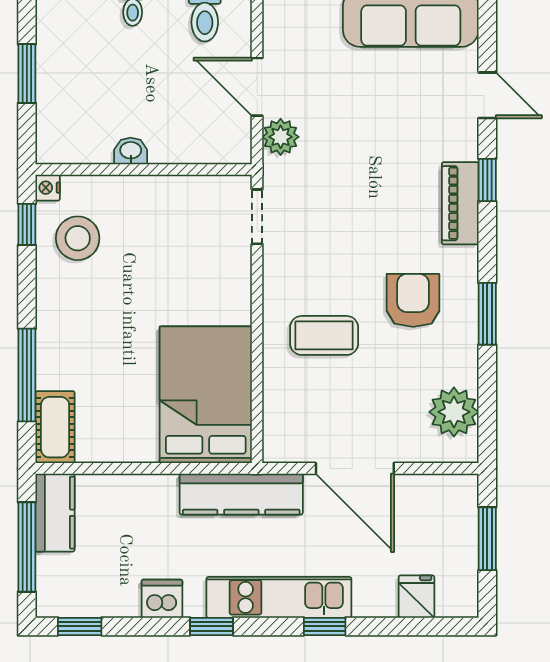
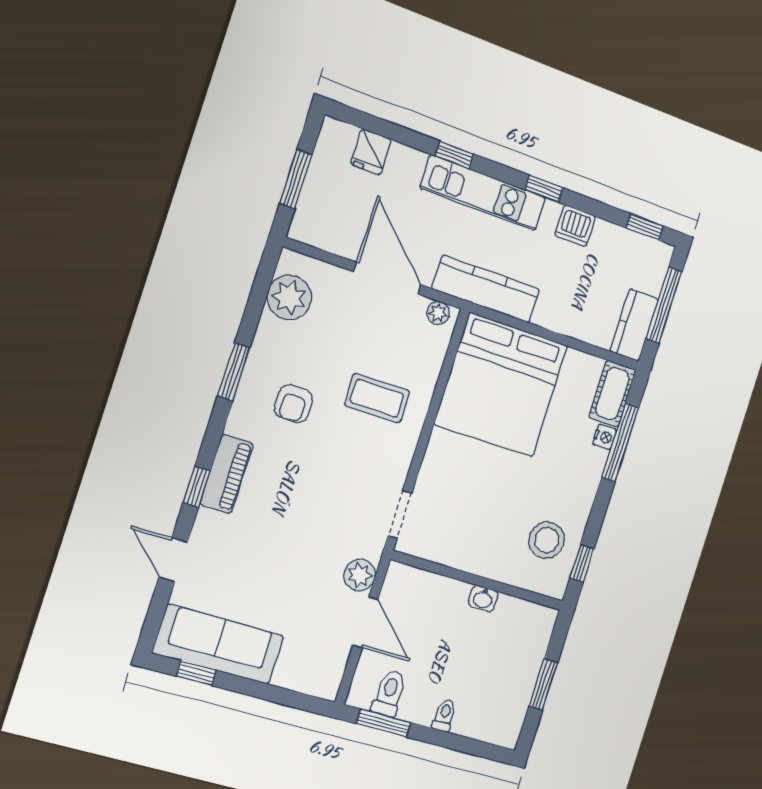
nightstand: (48, 188) -> (605, 437), moved
armchair: (413, 300) -> (294, 404), width x0.72, depth x0.72
bed: (206, 395) -> (501, 385), width x1.36
plant: (287, 450) -> (438, 313), added

